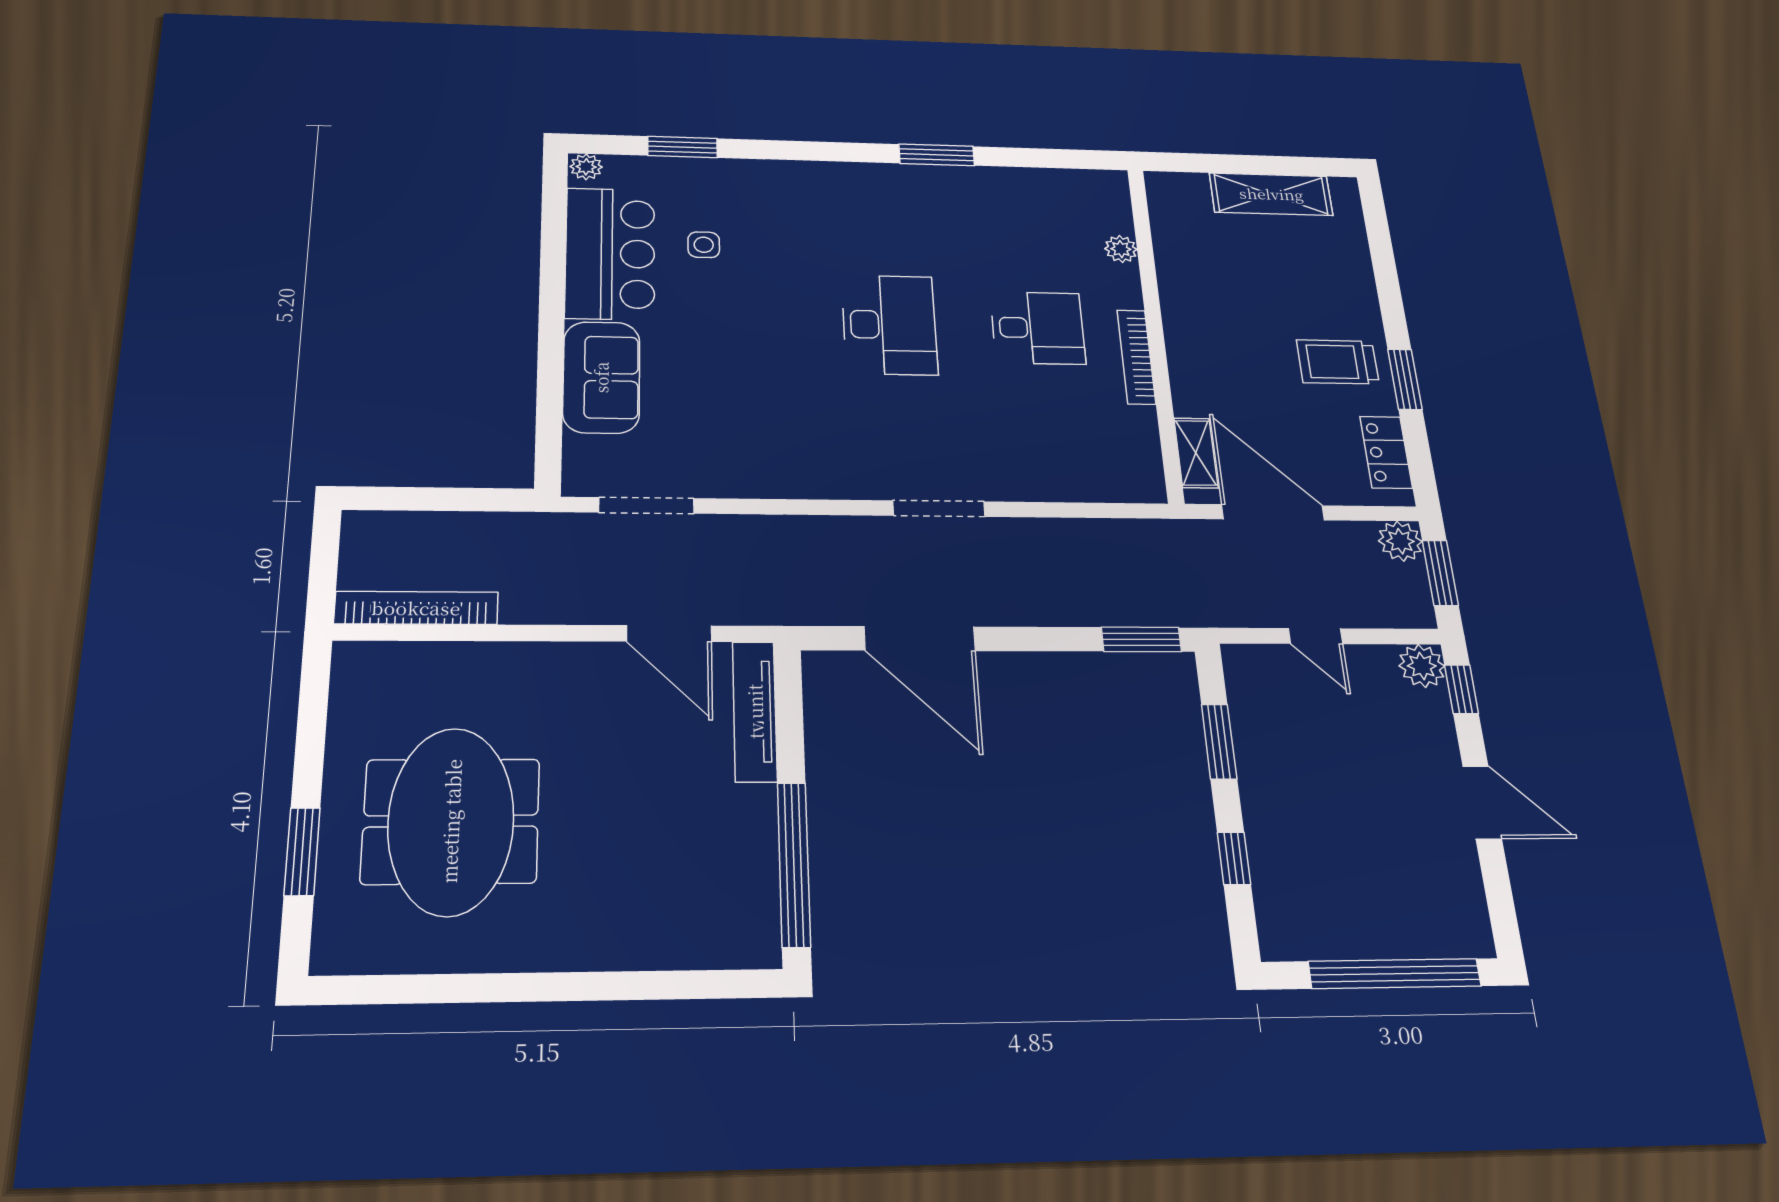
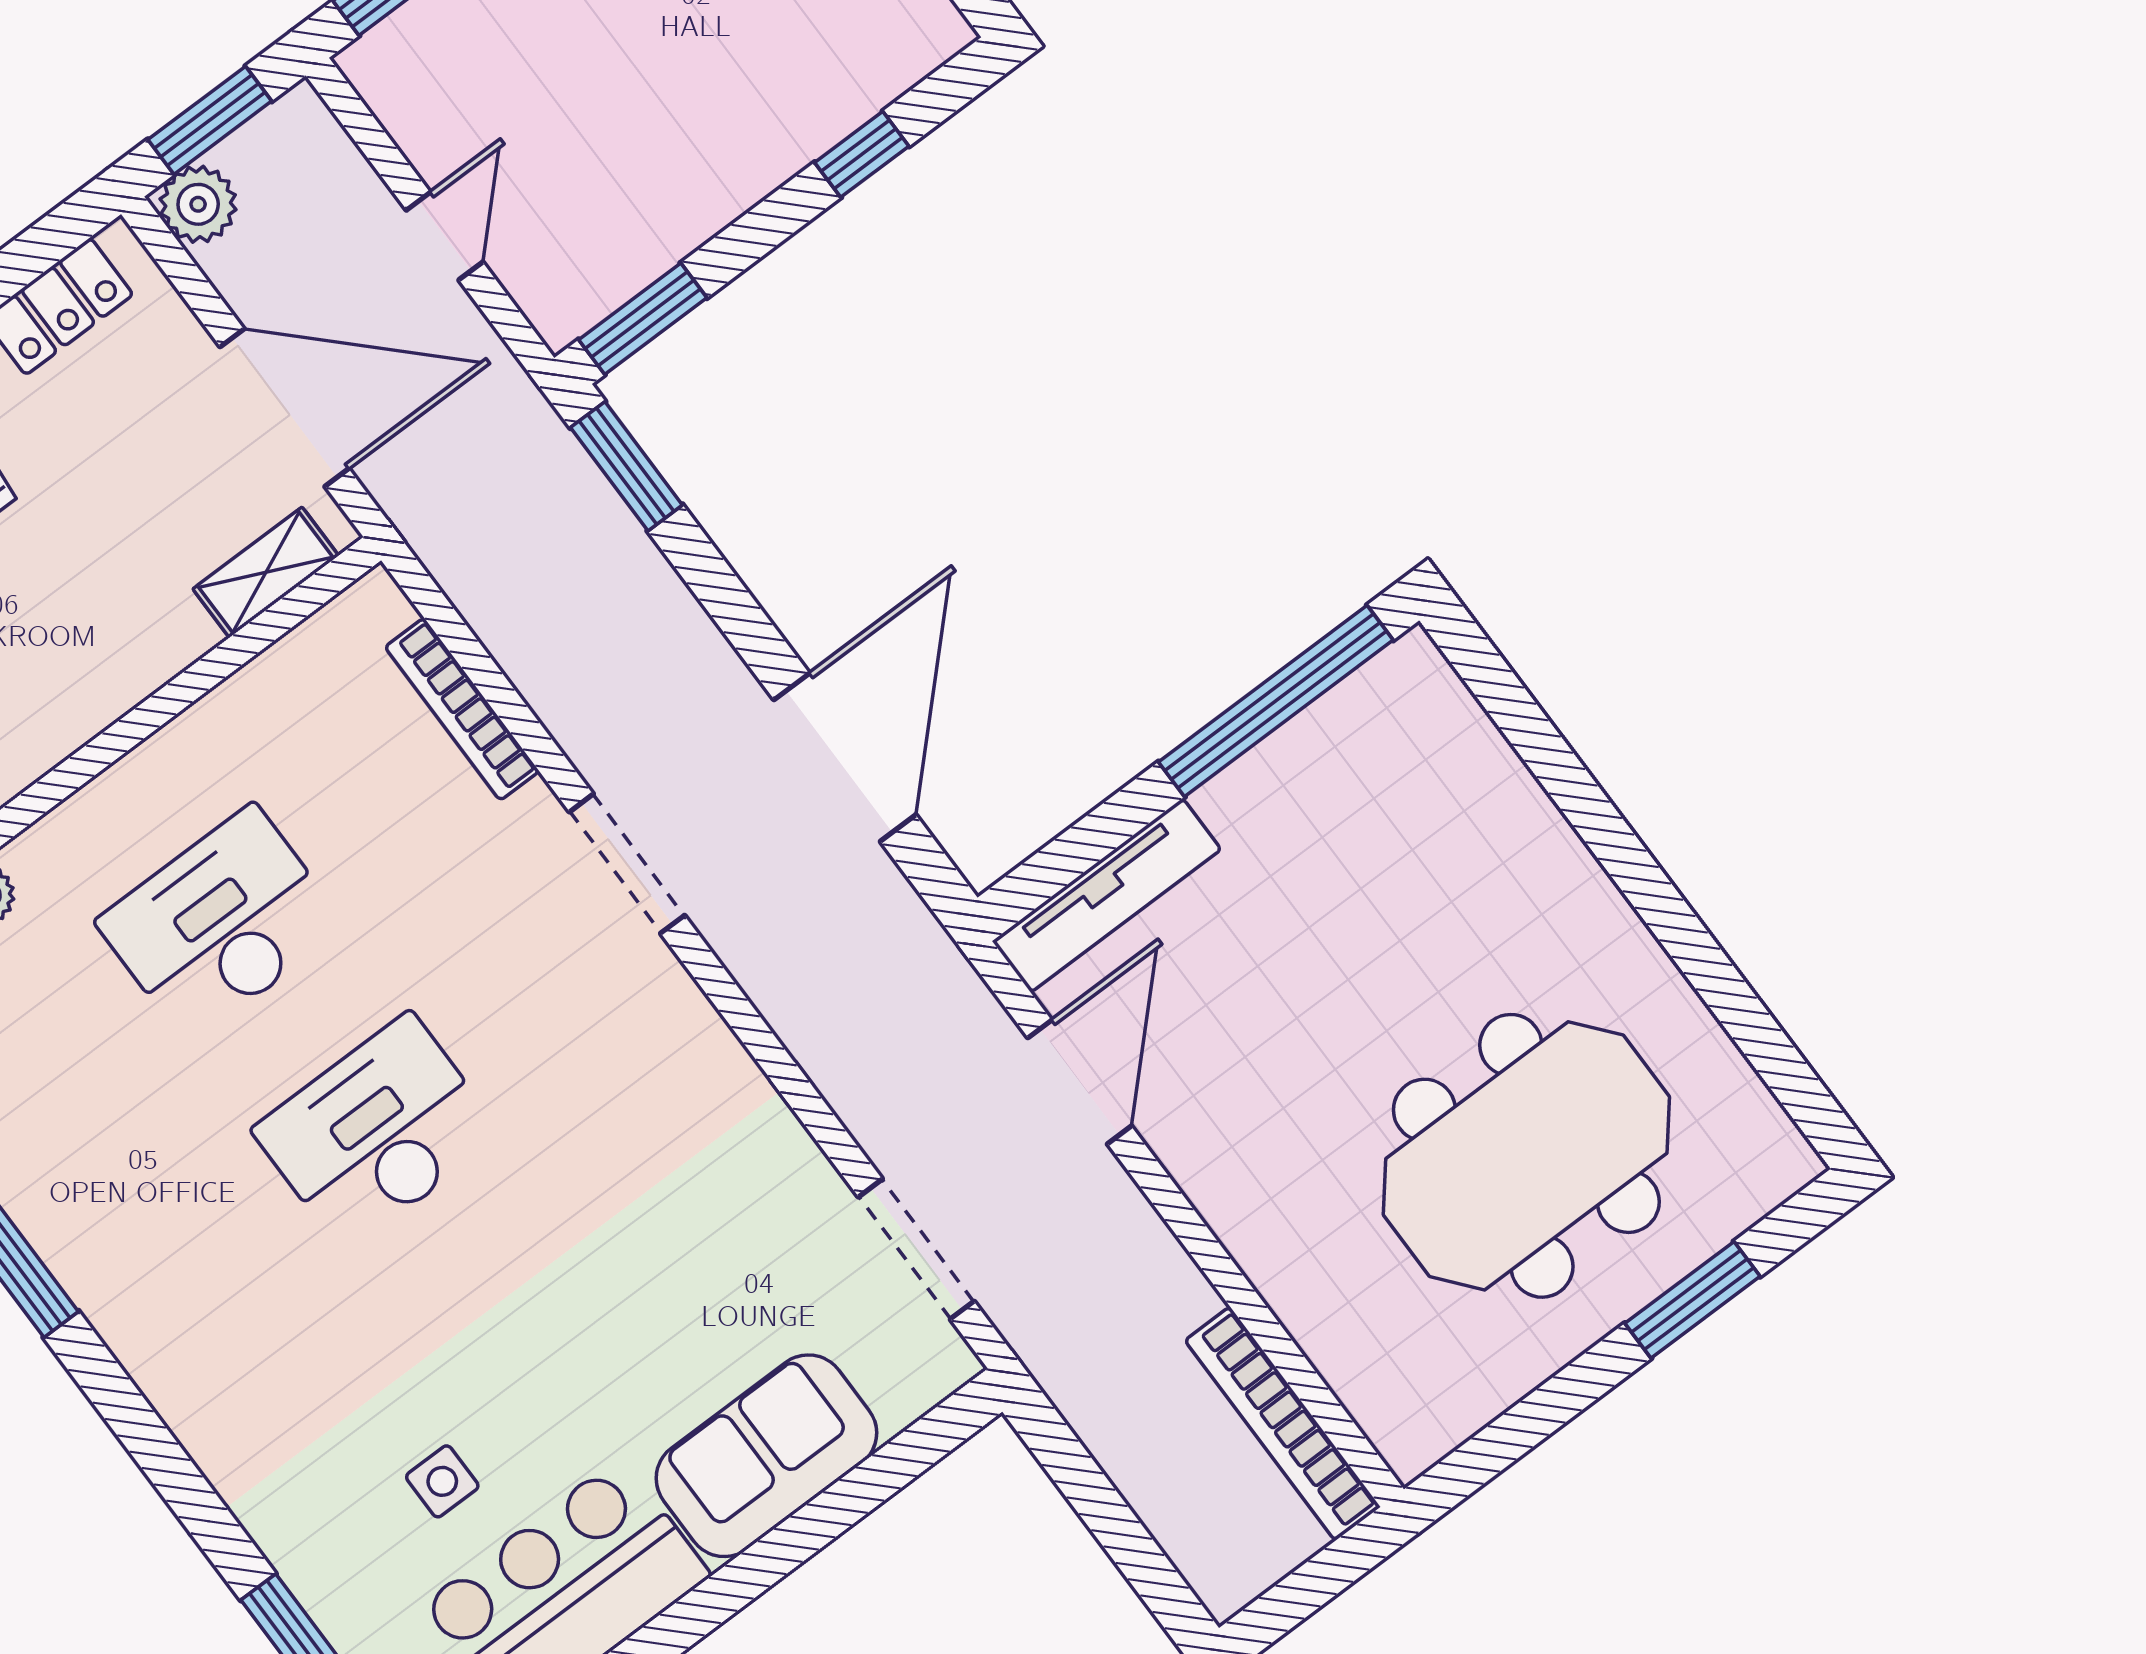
desk: (1038, 328) -> (221, 924), width x1.37
bookcase: (1136, 357) -> (462, 709), moved, turned 90
door: (1273, 512) -> (285, 408), swing flipped
plant: (1422, 666) -> (383, 66), removed
window: (1219, 742) -> (643, 319), moved

